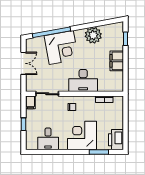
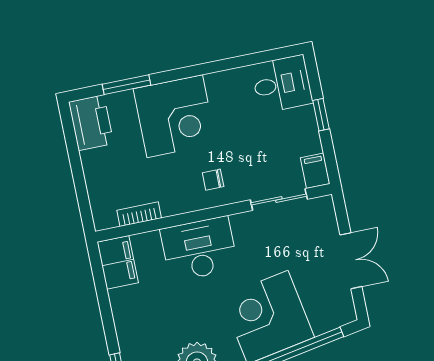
filing cabinet: (117, 61) -> (118, 262), moved
double door: (23, 63) -> (351, 261), swing flipped
desk: (48, 139) -> (282, 84), moved, turned 90

